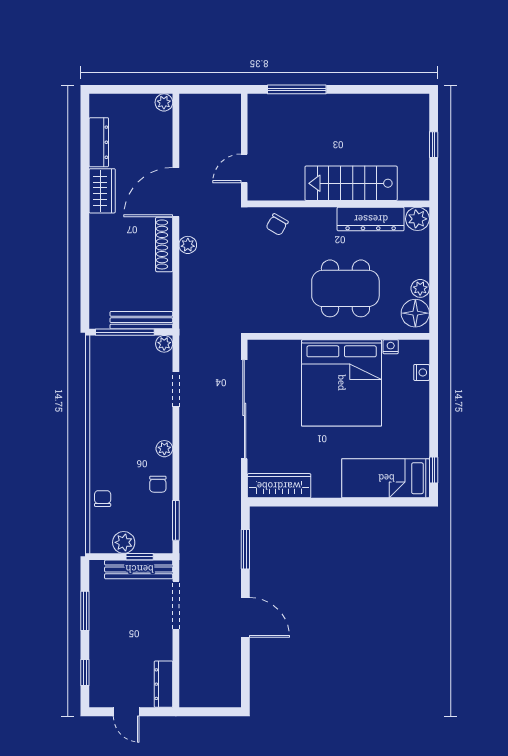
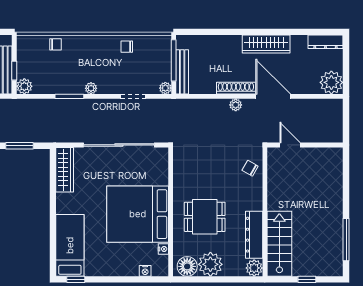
window: (297, 89) -> (346, 240), moved
plant: (164, 102) -> (331, 82), width x1.88, depth x1.88
dresser: (99, 142) -> (326, 42), moved
stairs: (351, 183) -> (279, 244), moved
wardrobe: (102, 191) -> (266, 44), width x1.50
dining table: (345, 288) -> (205, 217), width x0.73
plant: (420, 288) -> (210, 264), width x1.87, depth x1.87
chair: (158, 484) -> (127, 47), moved
window: (176, 520) -> (69, 96), moved
plant: (124, 542) -> (24, 86), moved

